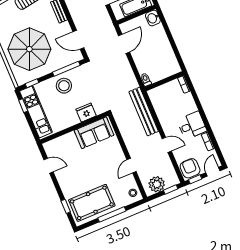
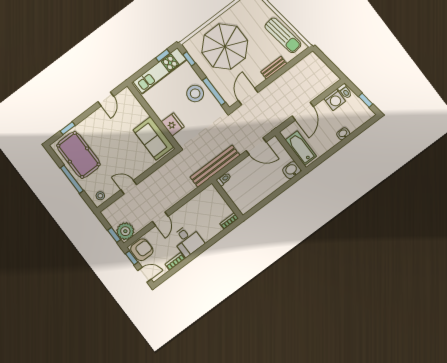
bench: (144, 112) -> (215, 166), moved
plant: (157, 184) -> (125, 231), moved

